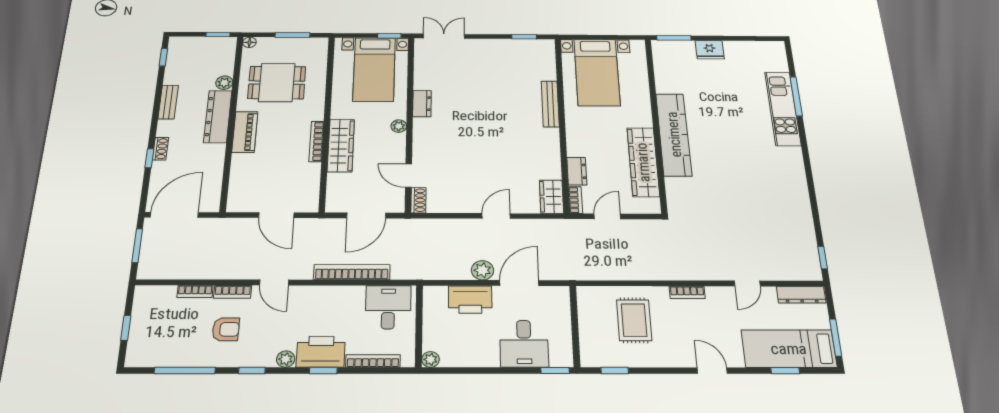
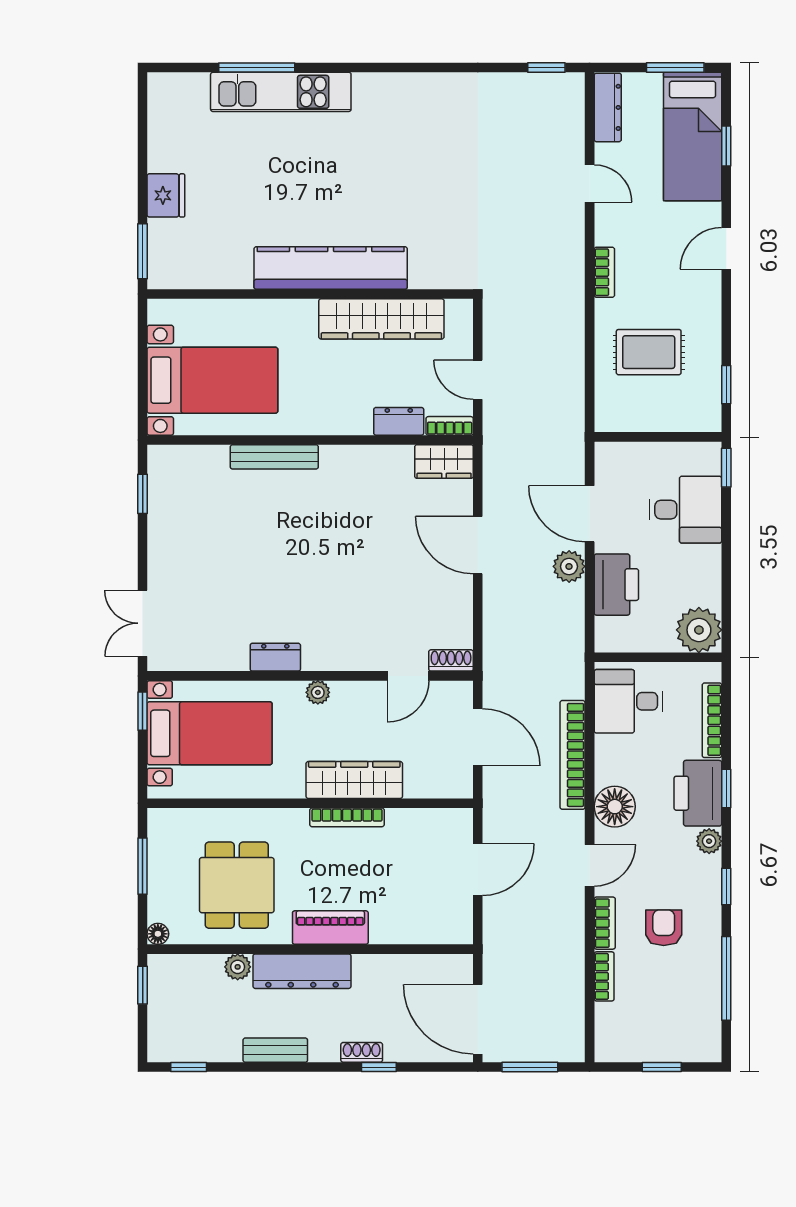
door: (496, 216) -> (478, 545), width x1.38
floor lamp: (314, 298) -> (615, 807), added
plant: (430, 359) -> (699, 630), width x1.88, depth x1.88

